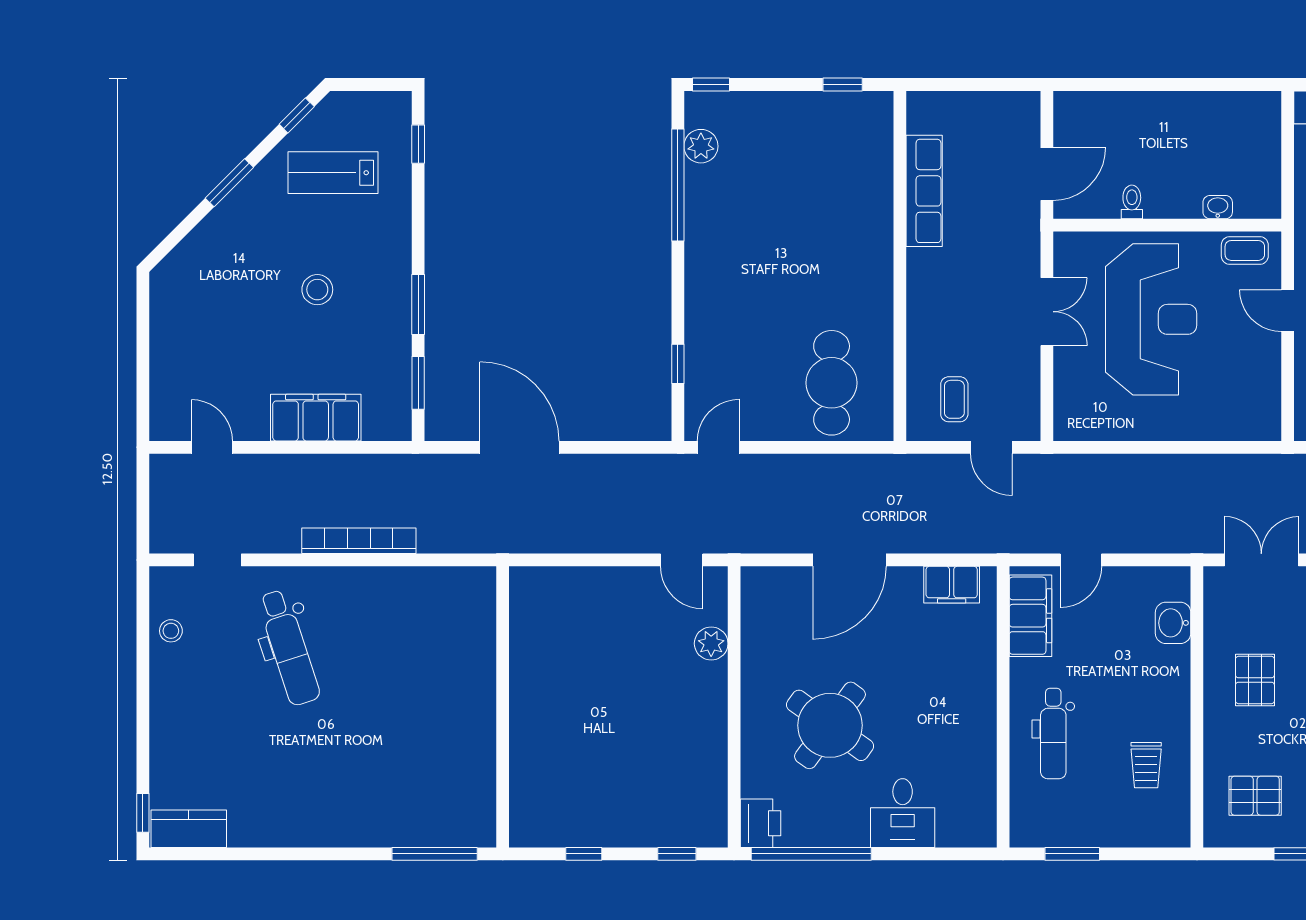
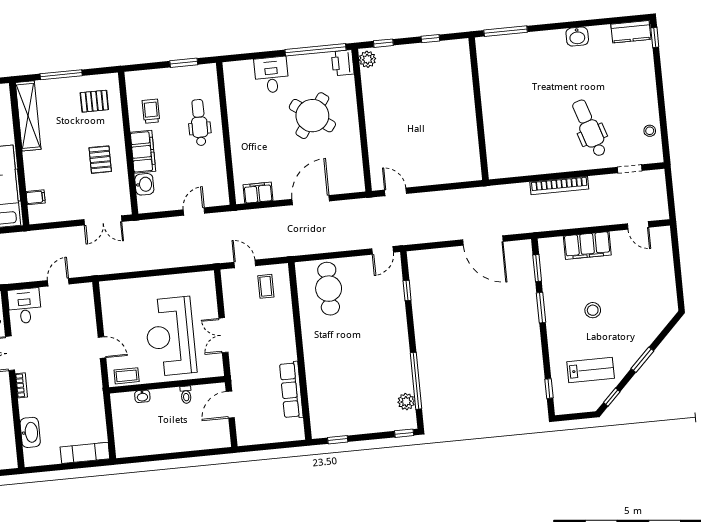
filing cabinet: (1031, 616) -> (143, 152), moved, turned 180
plant: (711, 644) -> (367, 59), moved
washbasin: (295, 830) -> (577, 37), added

